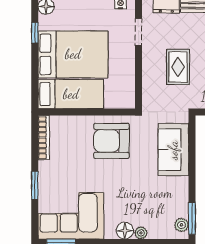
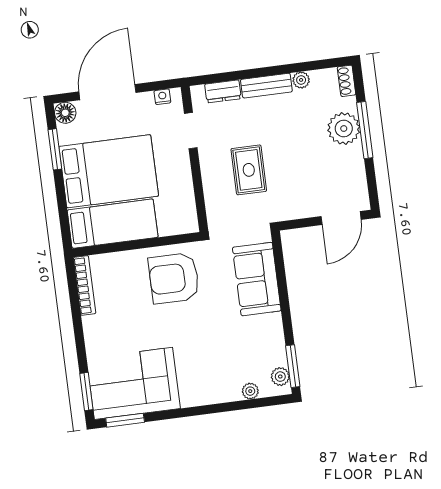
window: (35, 33) -> (55, 149), width x1.50
window: (35, 185) -> (86, 391), moved
floor lamp: (125, 231) -> (207, 394), removed
plant: (141, 233) -> (250, 391), moved

